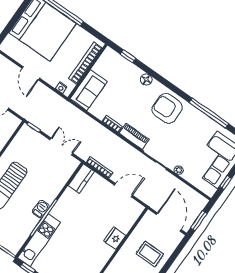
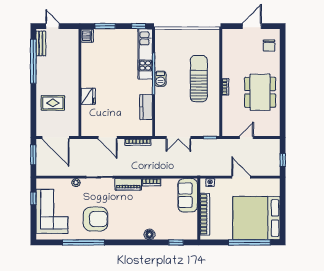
armchair: (167, 108) -> (95, 219), moved
kitchen counter: (81, 178) -> (146, 107), moved
door: (123, 190) -> (107, 138), hinge flipped

